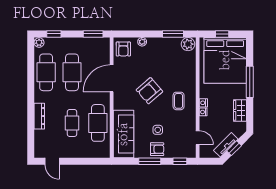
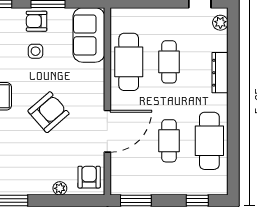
plant: (39, 43) -> (220, 23), moved
cafe table: (72, 72) -> (169, 141), width x0.73, depth x0.74
sofa: (123, 134) -> (89, 35), width x0.73

